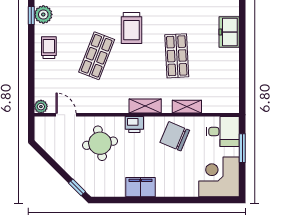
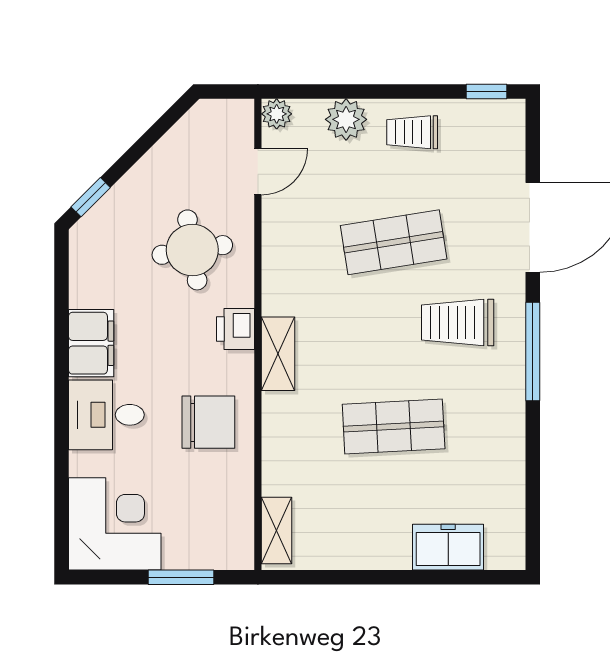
plant: (43, 14) -> (346, 119), moved
trolley: (49, 48) -> (412, 132), turned 180
shop shelf: (97, 56) -> (394, 242), turned -30
shelving: (187, 107) -> (276, 530), moved
desk: (223, 132) -> (106, 415), moved, turned 90
chair: (175, 136) -> (208, 422), turned 67

